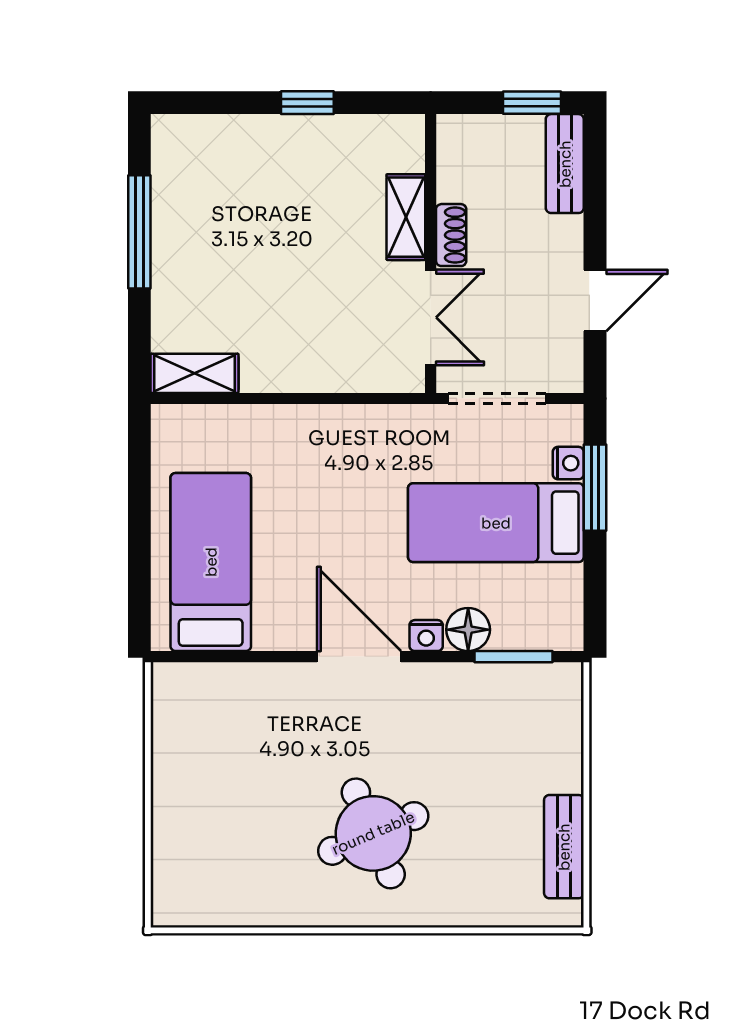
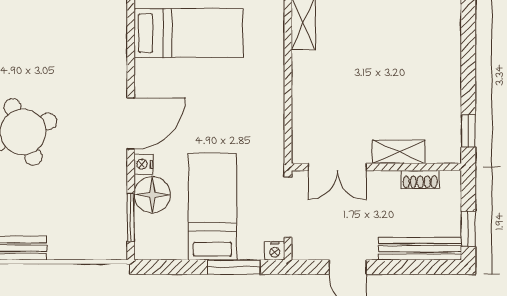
window: (307, 103) -> (468, 131), moved
bench: (565, 164) -> (420, 249), width x1.36
shoe rack: (451, 235) -> (420, 179), moved
nightstand: (568, 463) -> (275, 251), moved
floor lamp: (468, 630) -> (152, 195), width x1.38, depth x1.38

